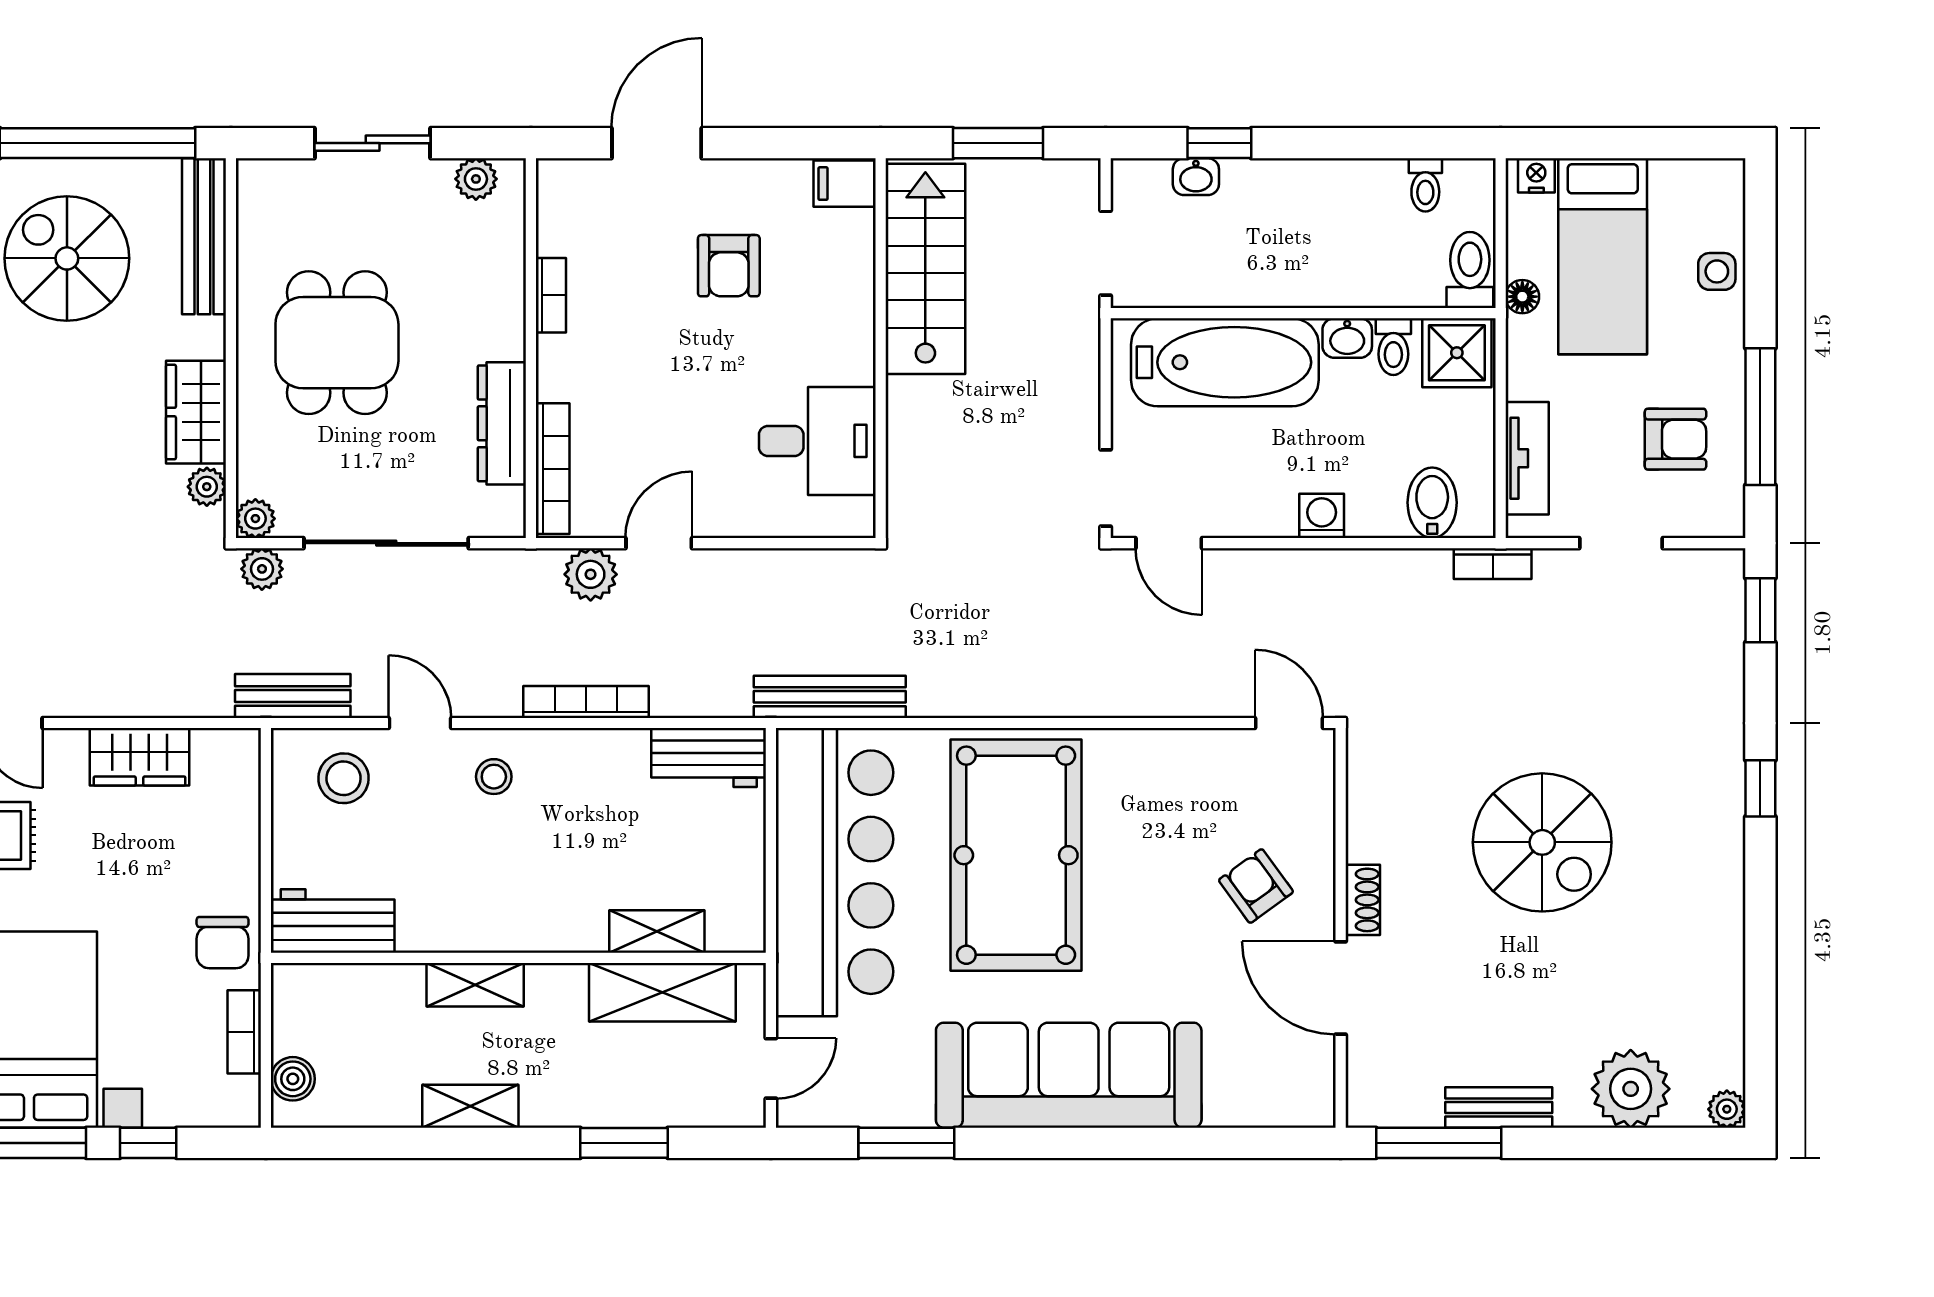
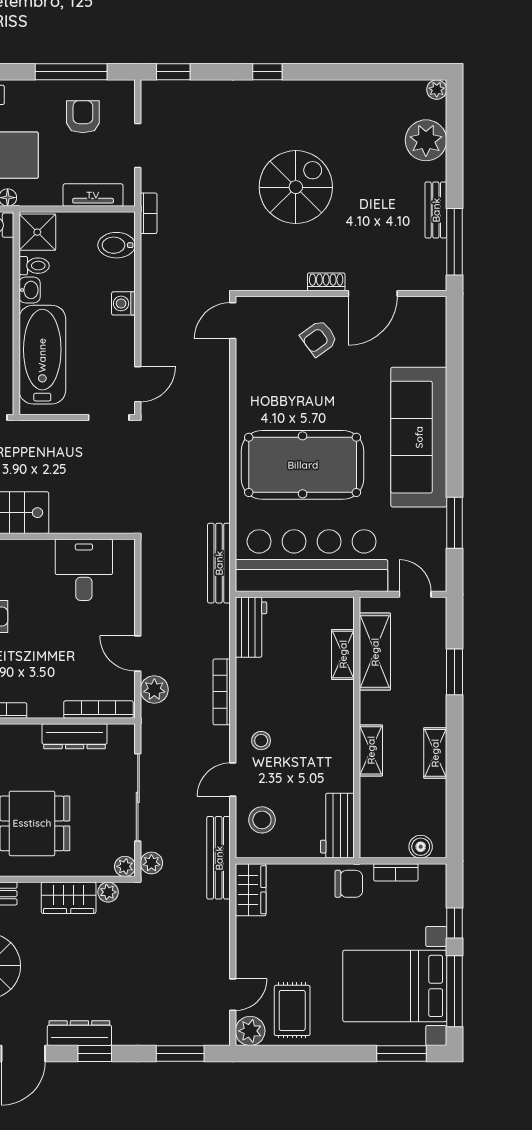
bench: (293, 696) -> (219, 858), width x1.36
wardrobe: (140, 757) -> (251, 890), moved

